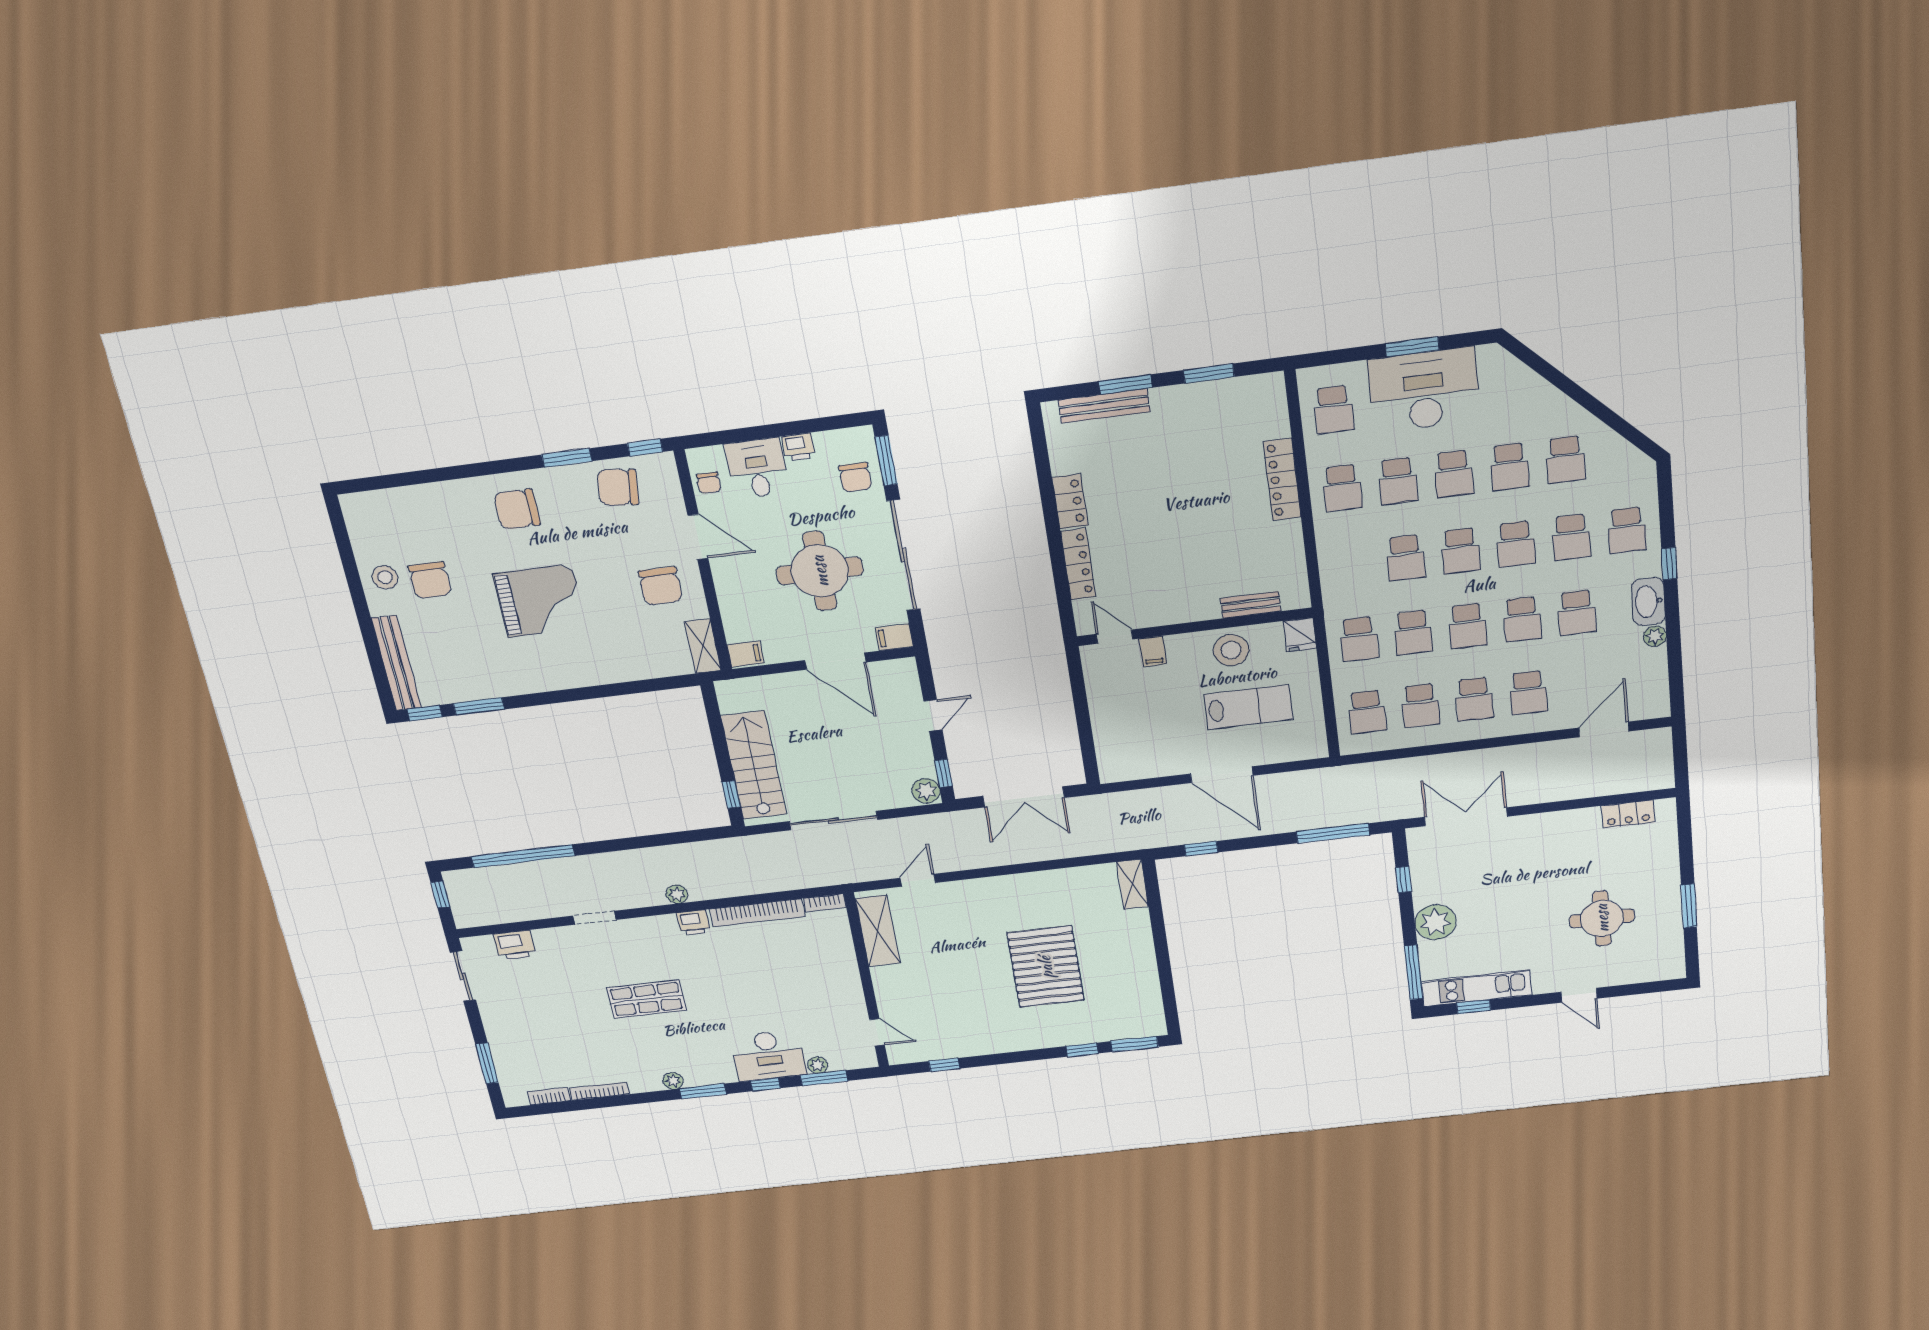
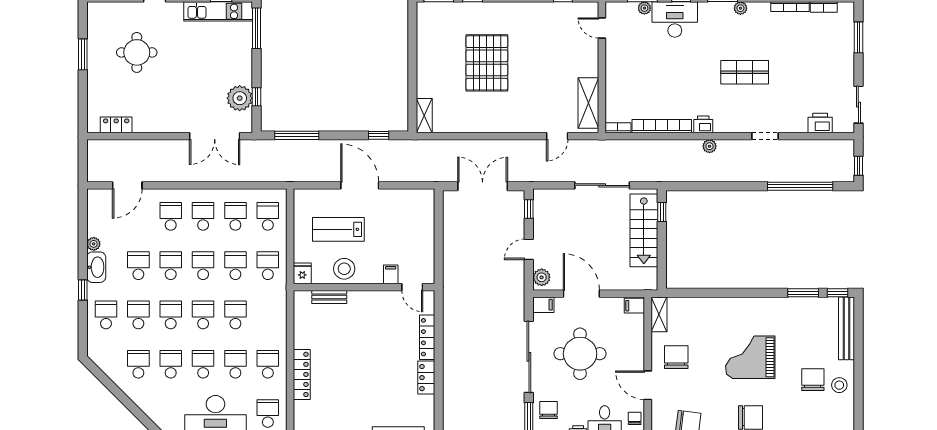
plant: (926, 791) -> (542, 277), moved
plant: (1435, 922) -> (240, 98), moved

